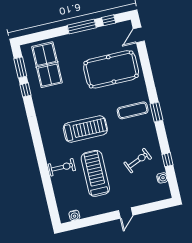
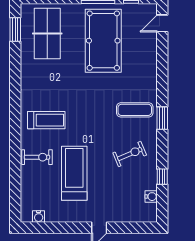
pool table: (111, 69) -> (103, 41), moved, turned 90
window: (26, 90) -> (15, 57), removed
treadmill: (85, 129) -> (46, 120), moved, width x0.73, depth x0.73
exercise bike: (138, 161) -> (130, 154), moved

